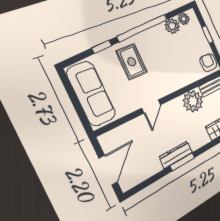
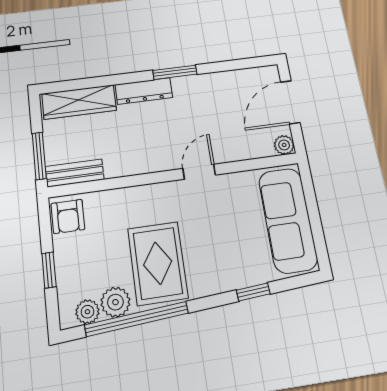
window: (143, 28) -> (137, 319), moved
rug: (132, 62) -> (158, 263), moved, width x1.36, depth x1.43
plant: (193, 101) -> (284, 145), moved, width x0.53, depth x0.53
dresser: (176, 155) -> (144, 91), moved

